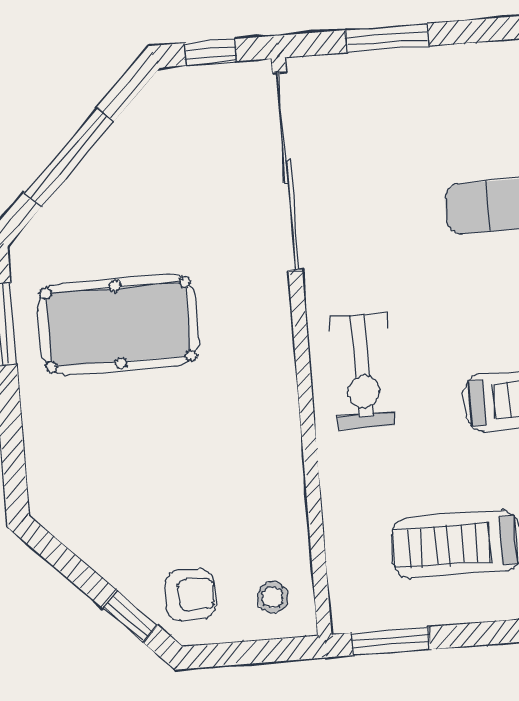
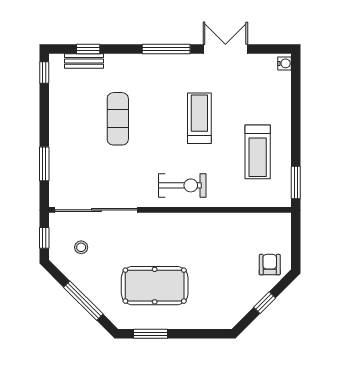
pool table: (118, 325) -> (155, 286), turned 90
stool: (273, 597) -> (81, 247), moved
window: (130, 617) -> (265, 303), moved

